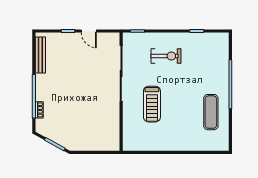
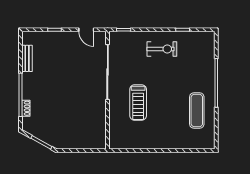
door: (89, 31) -> (86, 30), moved
bench: (40, 55) -> (27, 58), width x0.73
exercise bike: (166, 56) -> (162, 49), moved

